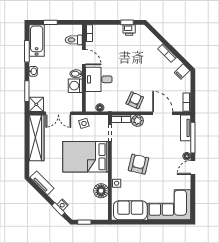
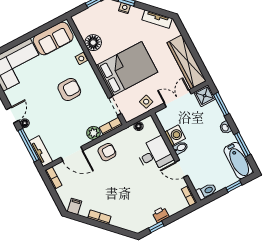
printer: (129, 30) -> (161, 215), moved
toilet: (74, 40) -> (206, 191), moved
armchair: (135, 100) -> (107, 152), turned -114
armchair: (139, 164) -> (69, 89), turned -103

